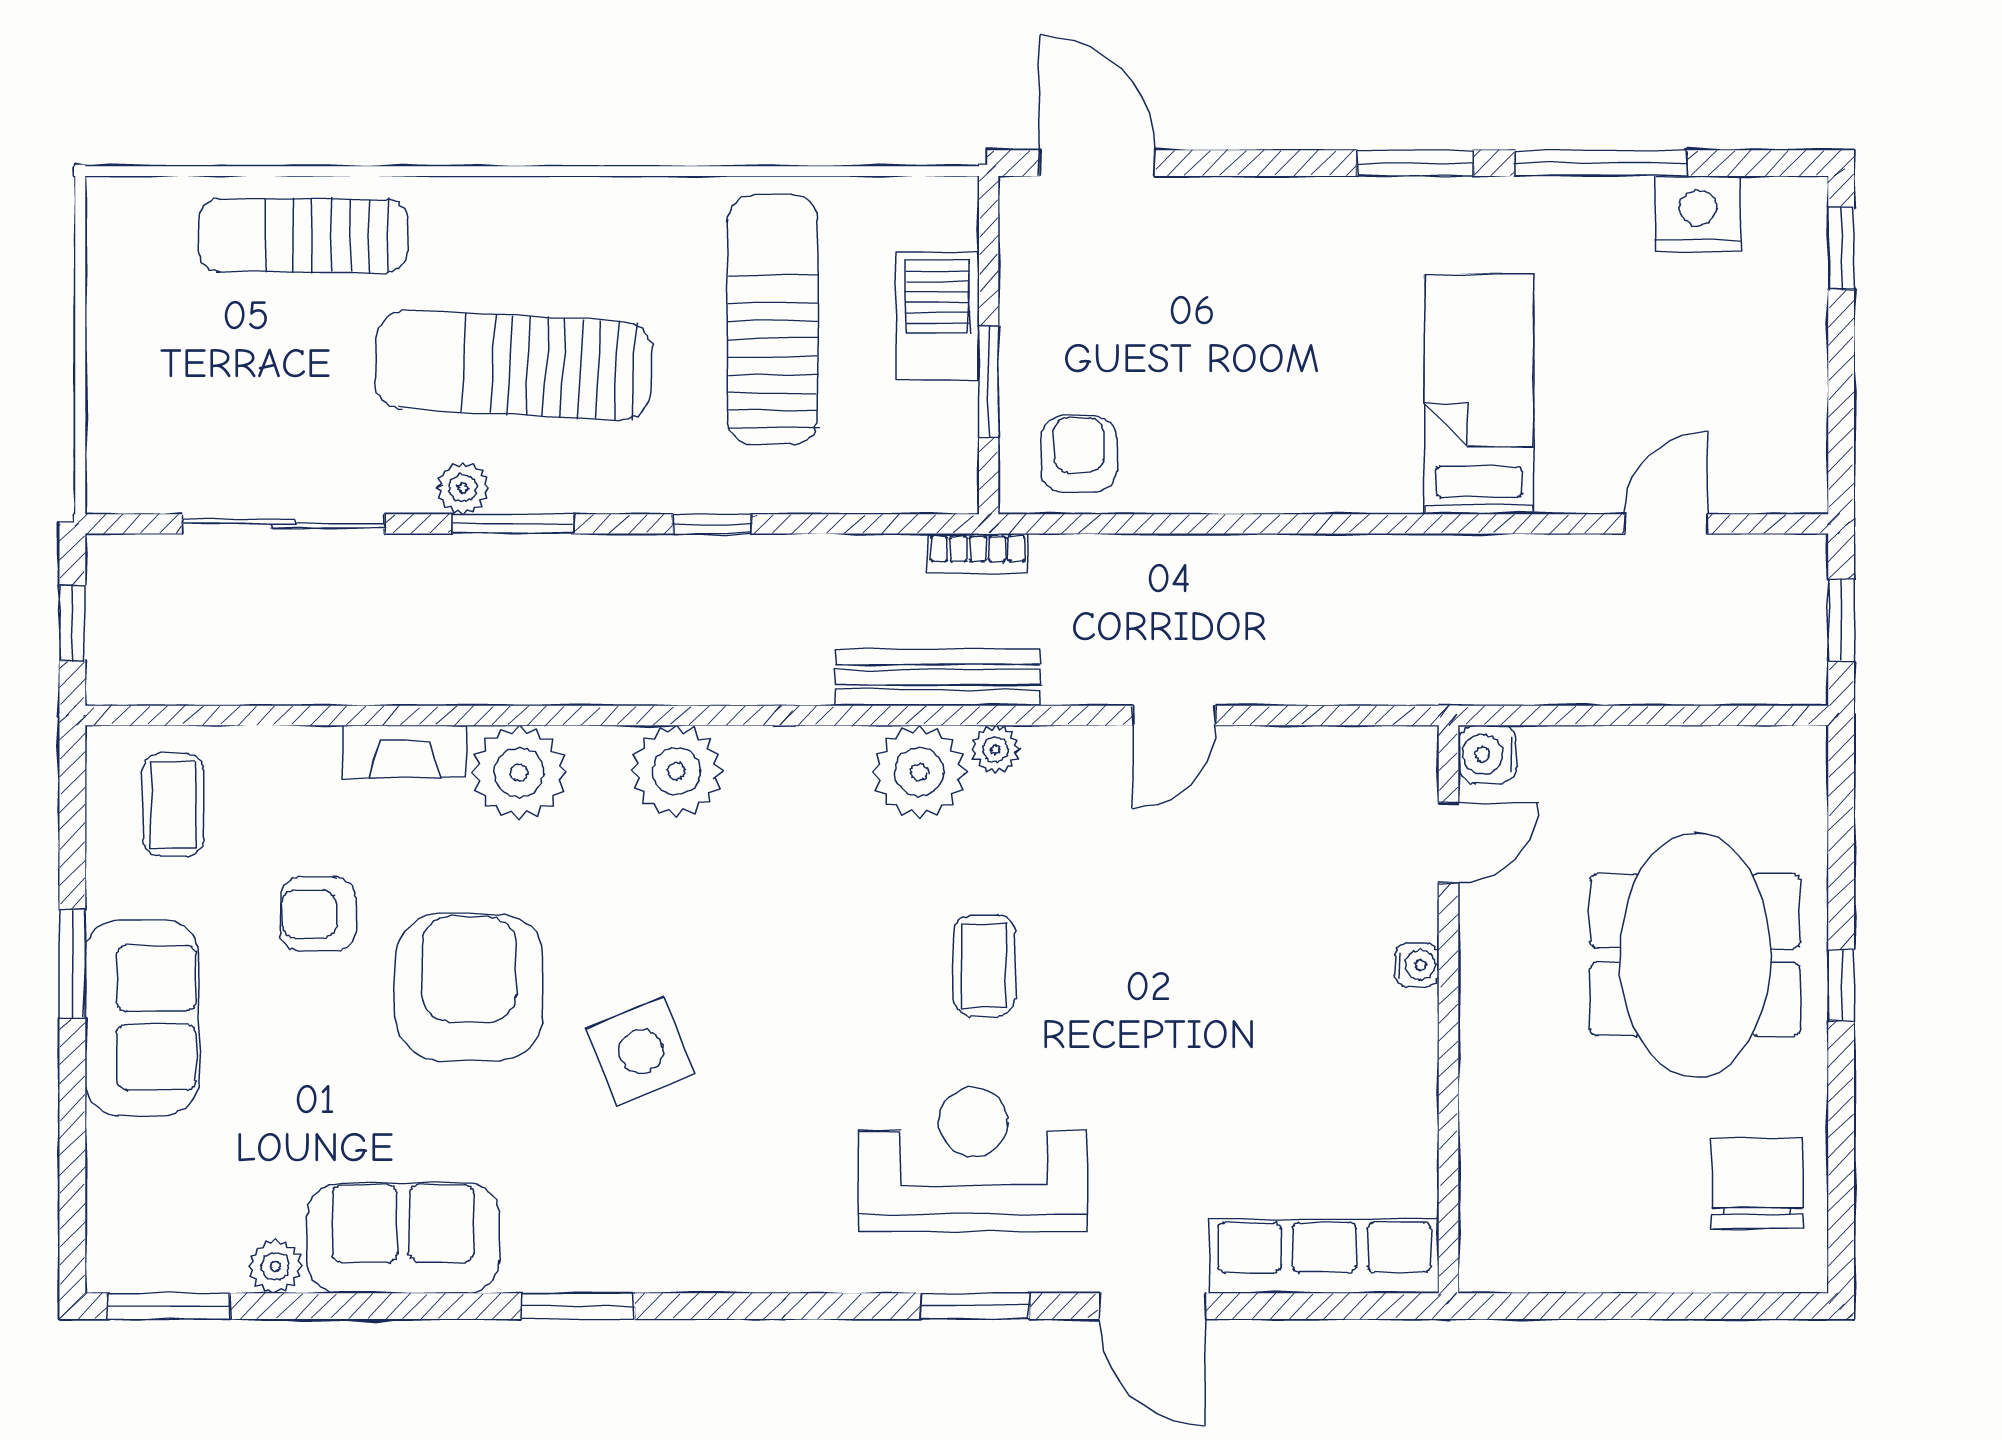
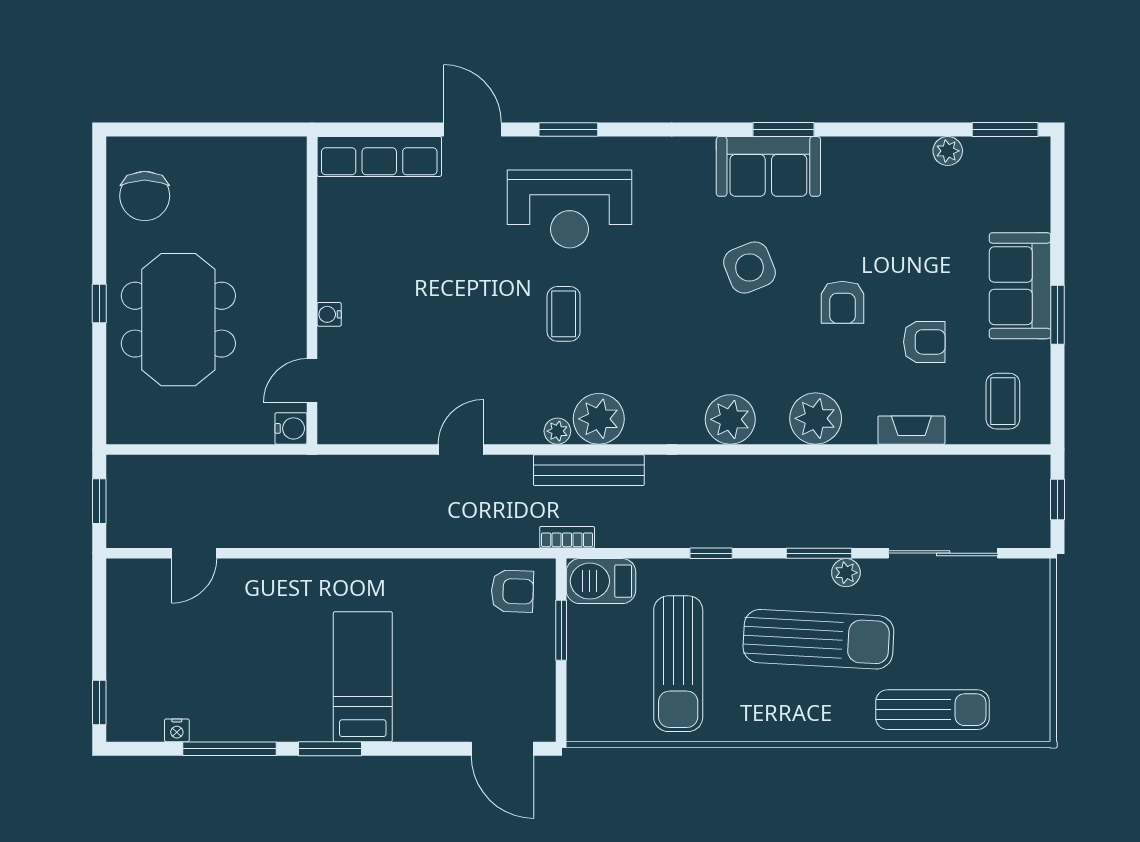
nightstand: (1698, 214) -> (177, 730), width x0.53, depth x0.56
barbecue: (937, 316) -> (601, 581), moved, turned 90
bed: (1479, 394) -> (363, 677), moved, turned 180
armchair: (1079, 454) -> (512, 591), turned -88
fireplace: (405, 751) -> (911, 430), moved
armchair: (469, 987) -> (842, 302), width x0.53, depth x0.53
sofa: (403, 1238) -> (768, 166), moved

